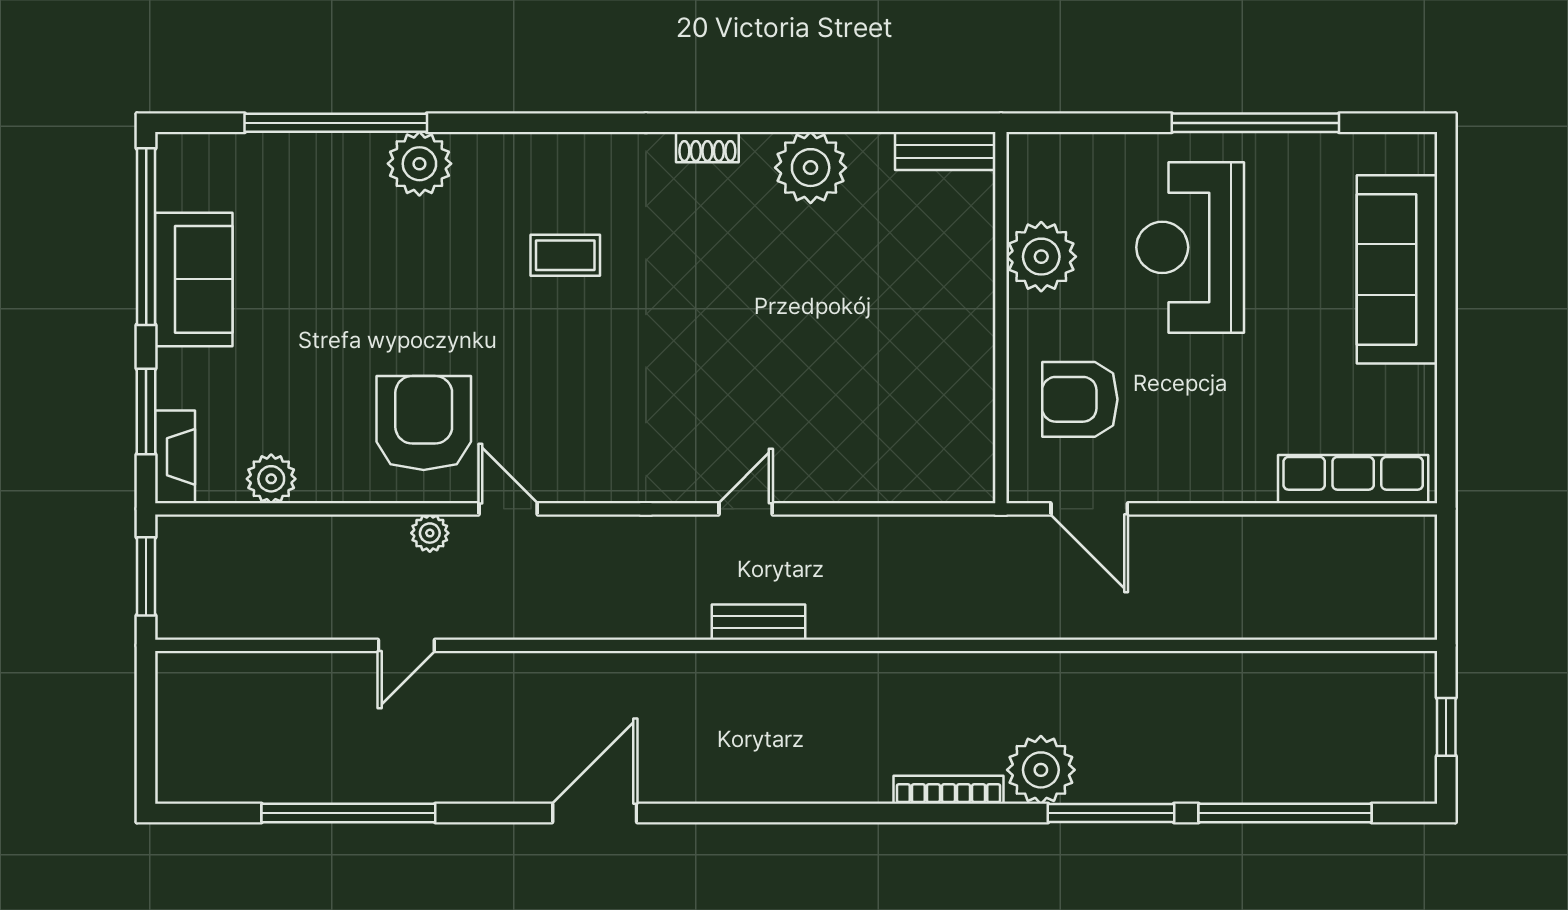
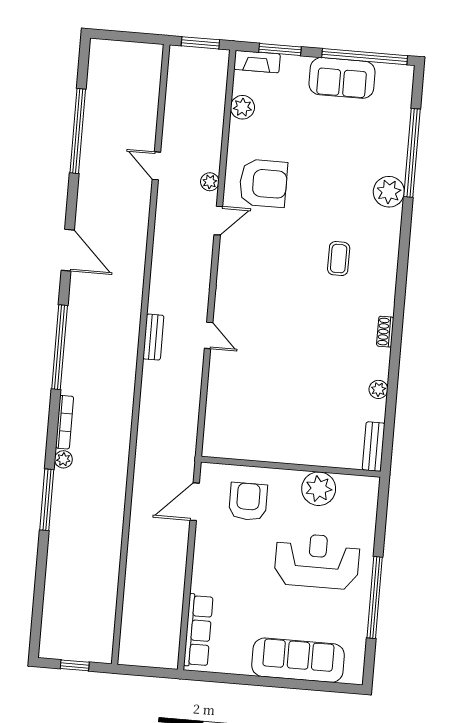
plant: (811, 168) -> (378, 389), width x0.53, depth x0.53
plant: (1041, 770) -> (63, 459), width x0.53, depth x0.53
window: (1285, 813) -> (60, 347), moved

